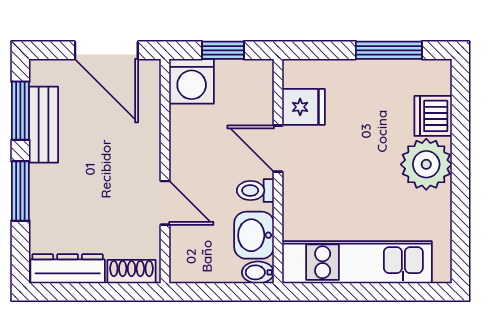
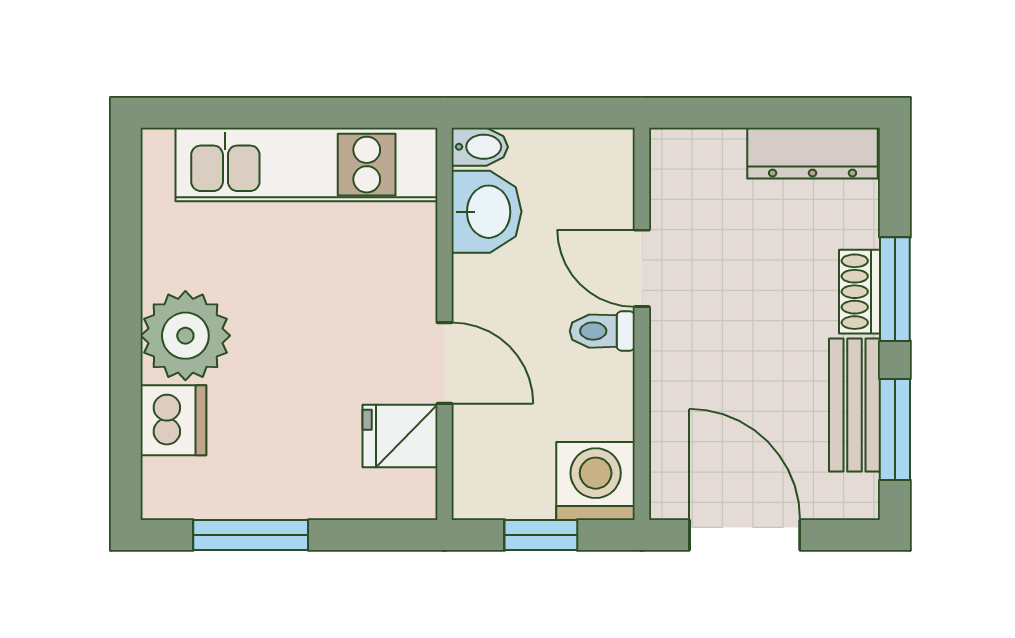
toilet: (255, 191) -> (602, 331), moved, turned 180
shoe rack: (132, 272) -> (860, 292), moved, turned 90

